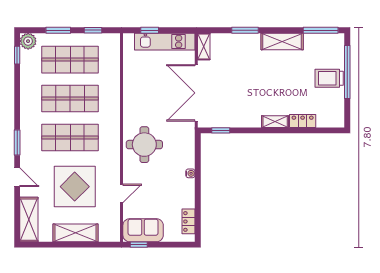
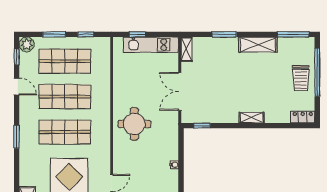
trolley: (329, 78) -> (301, 78), turned -90
double door: (196, 93) -> (180, 91), width x0.73
locker: (303, 121) -> (303, 117), moved
round table: (144, 145) -> (134, 124), moved
door: (17, 177) -> (17, 87), moved

